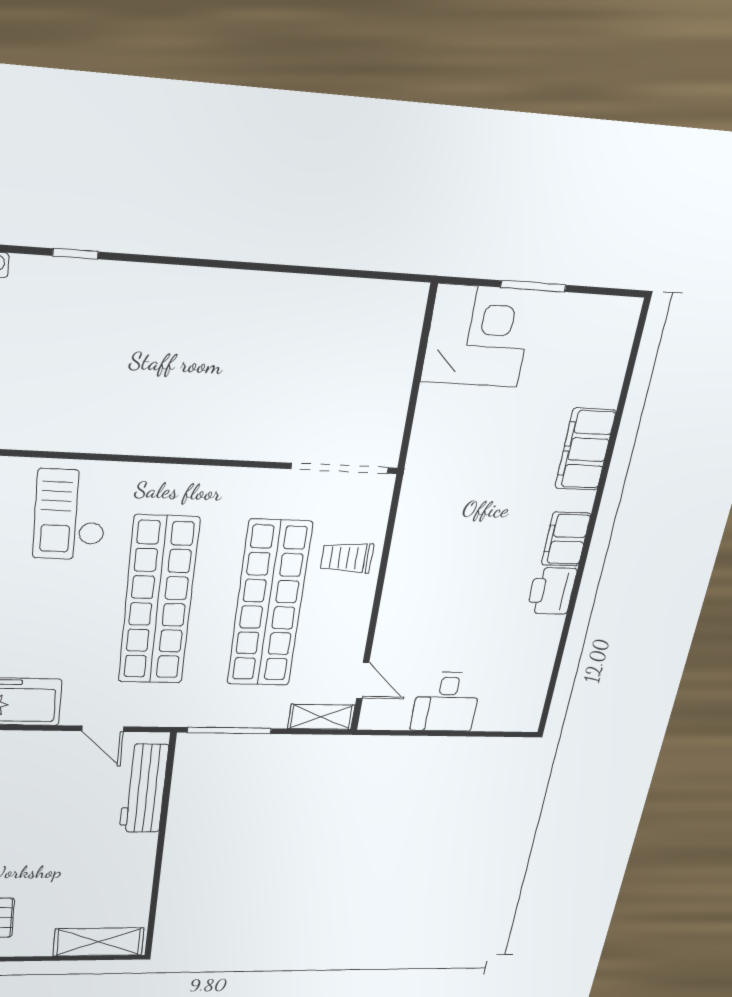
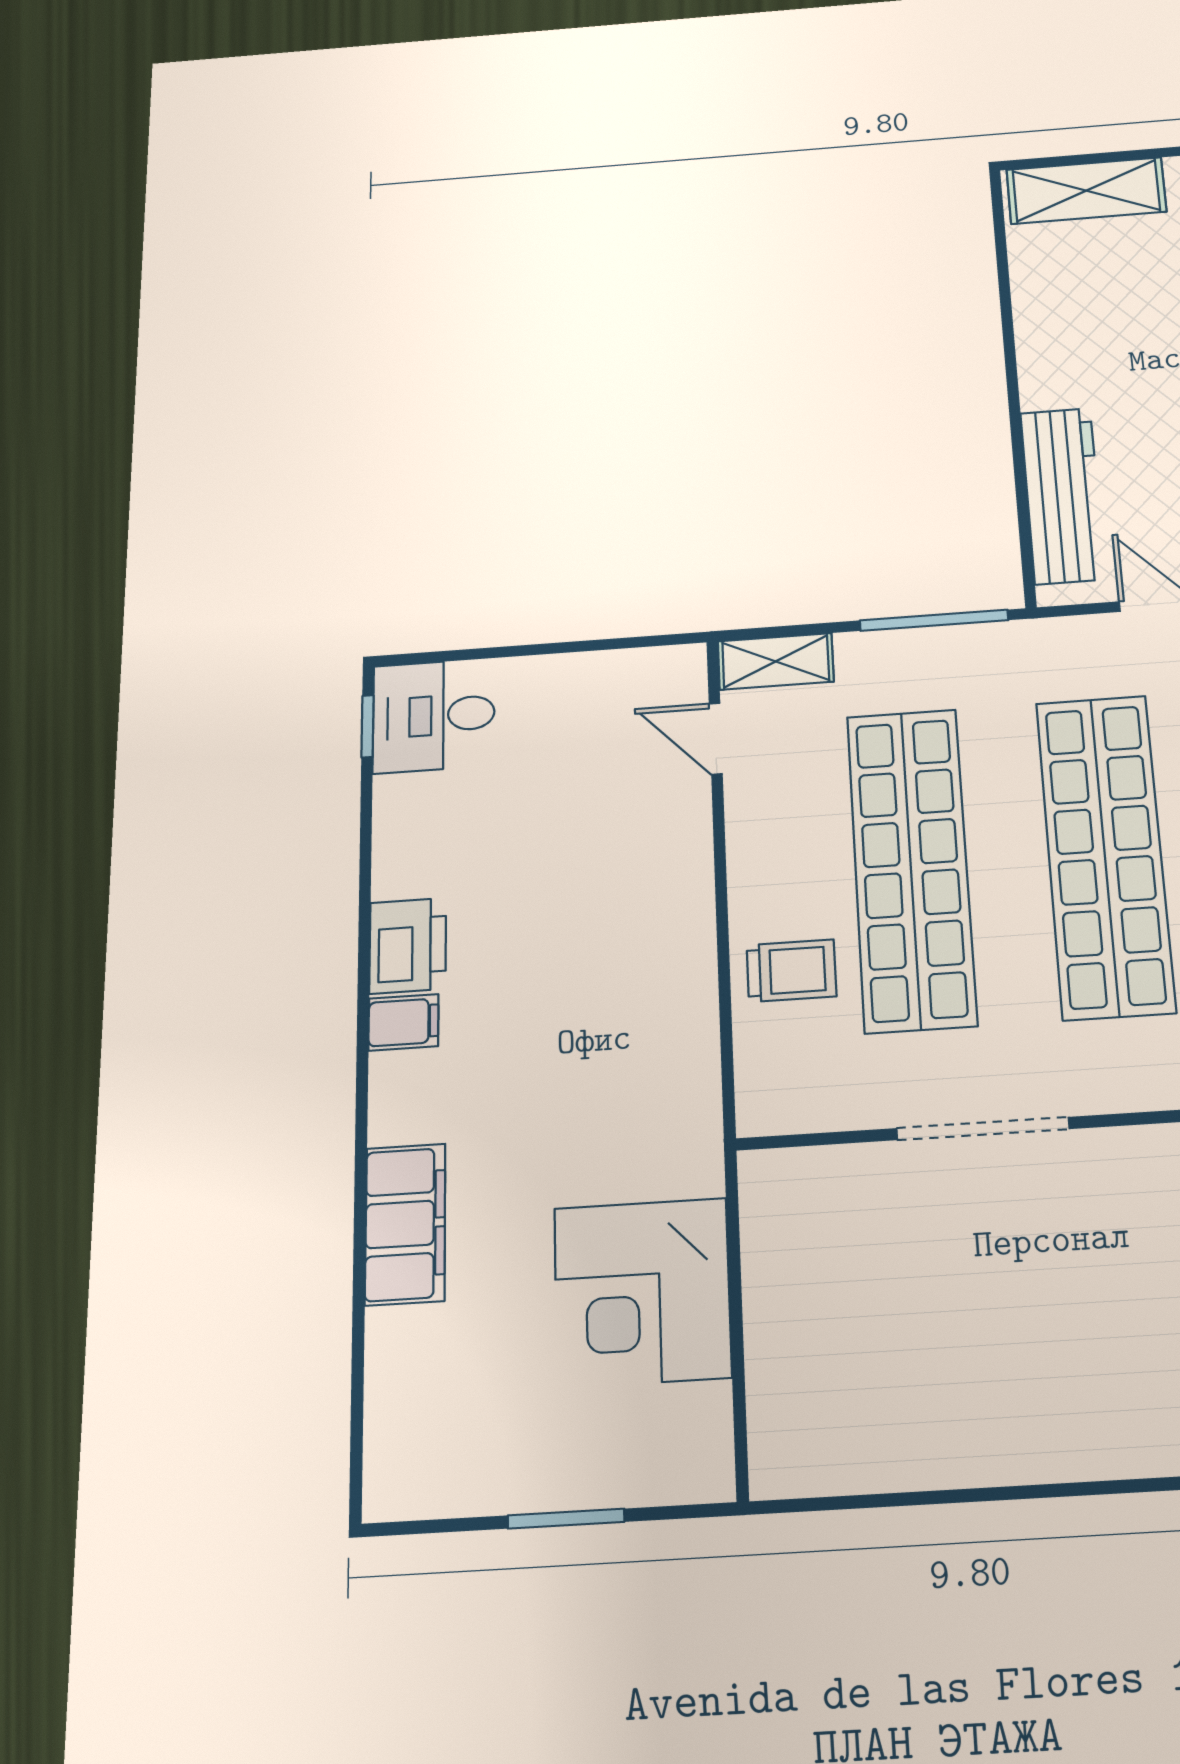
corner desk: (478, 336) -> (642, 1292), moved
doorway: (340, 468) -> (983, 1129), moved
filing cabinet: (566, 539) -> (403, 1022), width x0.50
desk: (446, 702) -> (434, 716), moved, turned -90
window: (548, 703) -> (368, 726), added

